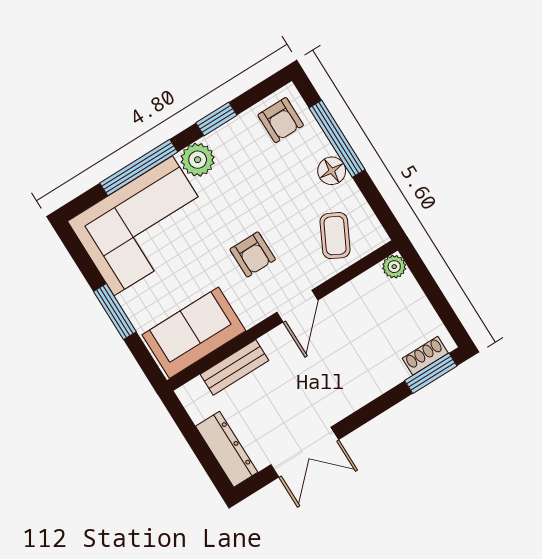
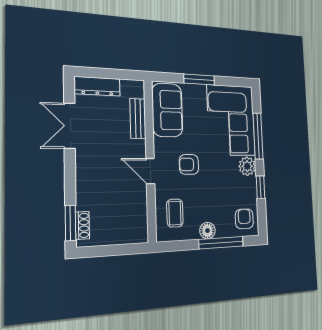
armchair: (281, 120) -> (244, 219), turned 90
coffee table: (335, 236) -> (175, 213), turned 63
plant: (394, 267) -> (141, 236), removed

